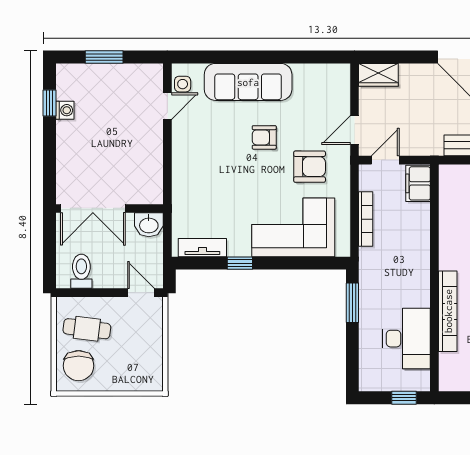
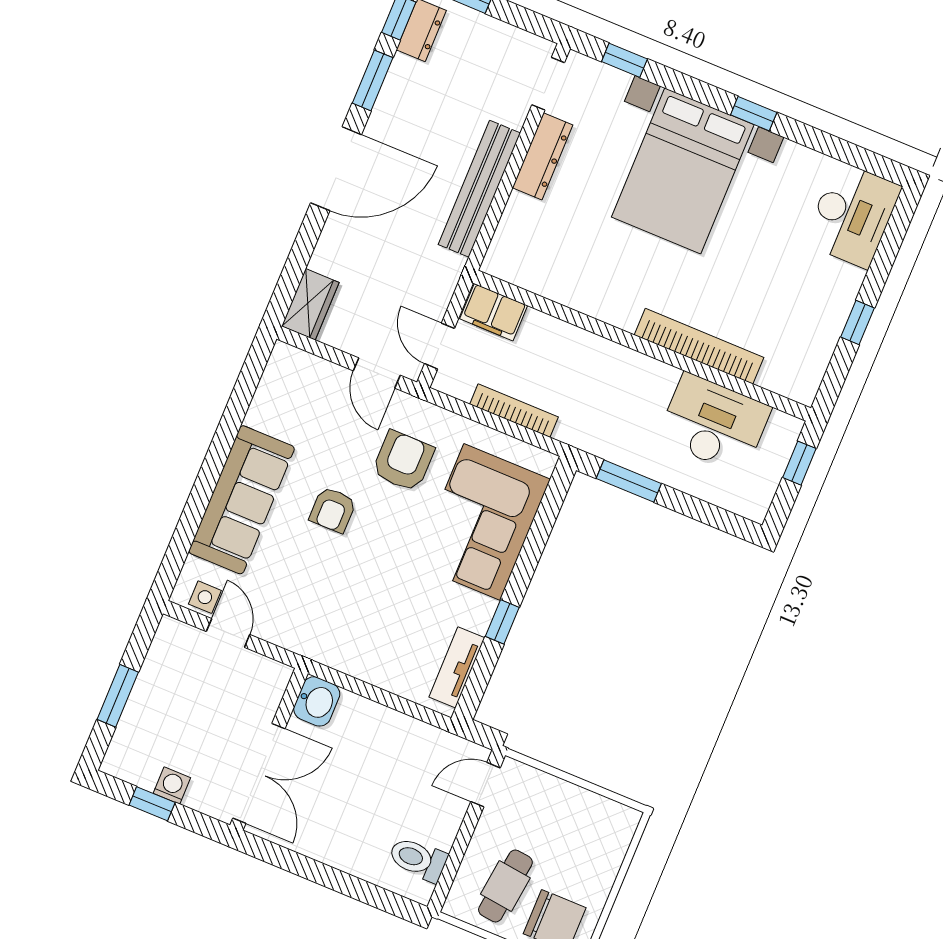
double door: (93, 208) -> (259, 773), moved
wall: (109, 208) -> (269, 749), moved
washbasin: (149, 225) -> (317, 701), moved

